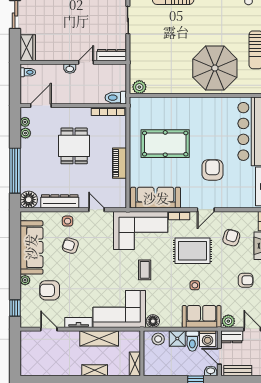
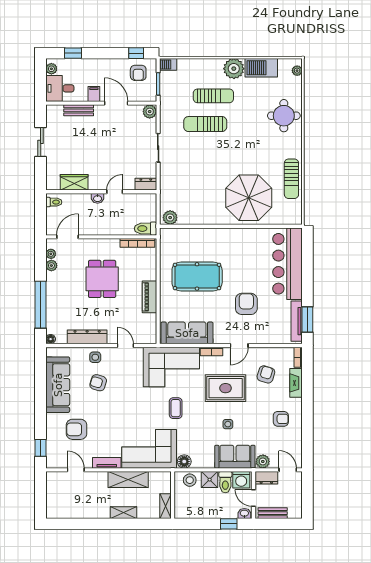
wardrobe: (28, 48) -> (74, 182), moved, turned -90
dresser: (112, 55) -> (146, 184), width x0.70
floor lamp: (29, 200) -> (51, 339), width x0.53, depth x0.53
plant: (25, 280) -> (51, 419), removed

